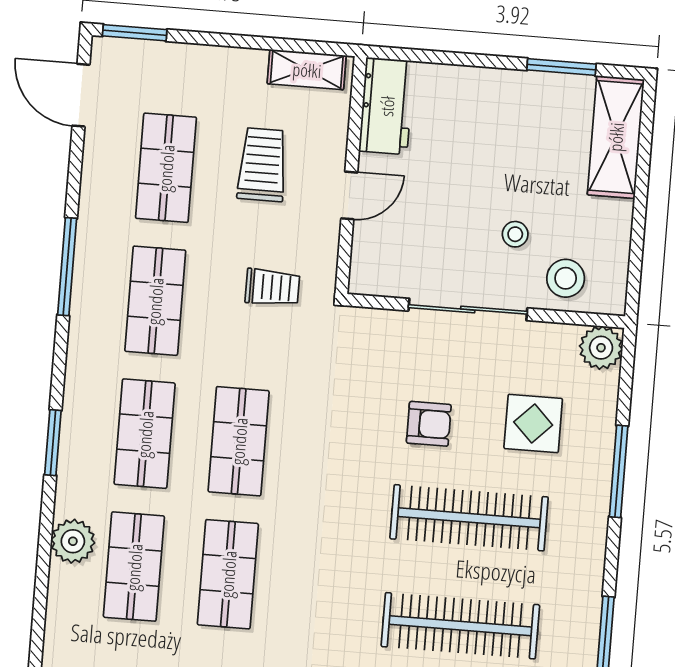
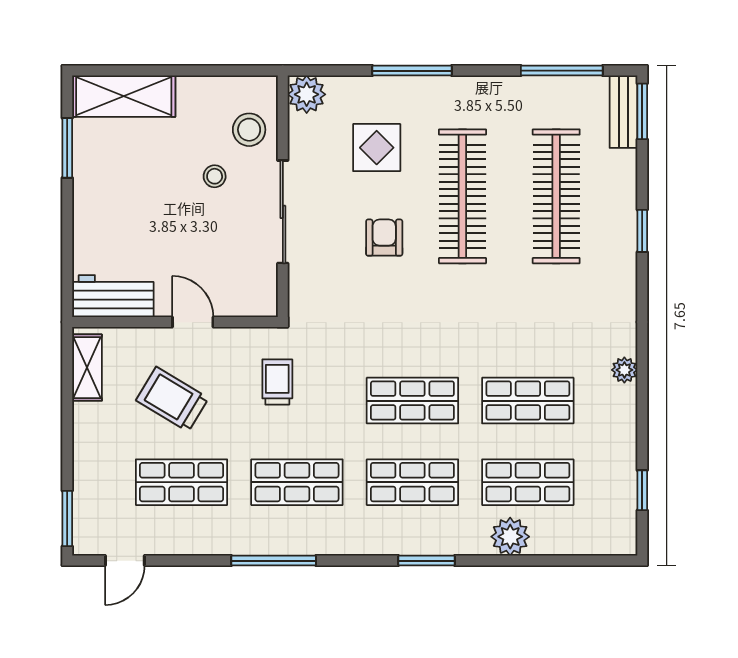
door: (81, 95) -> (125, 561), width x0.73
trolley: (262, 165) -> (172, 399), turned 31

